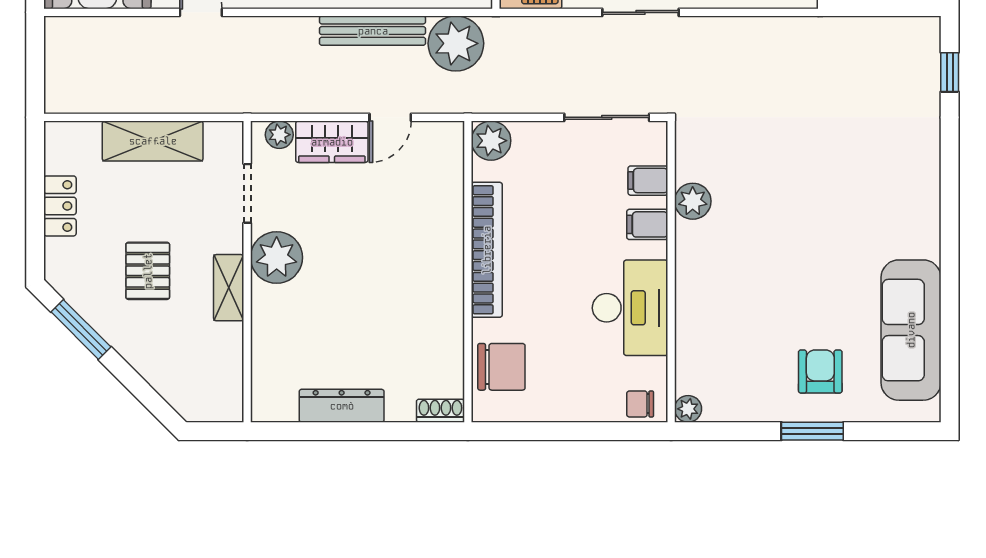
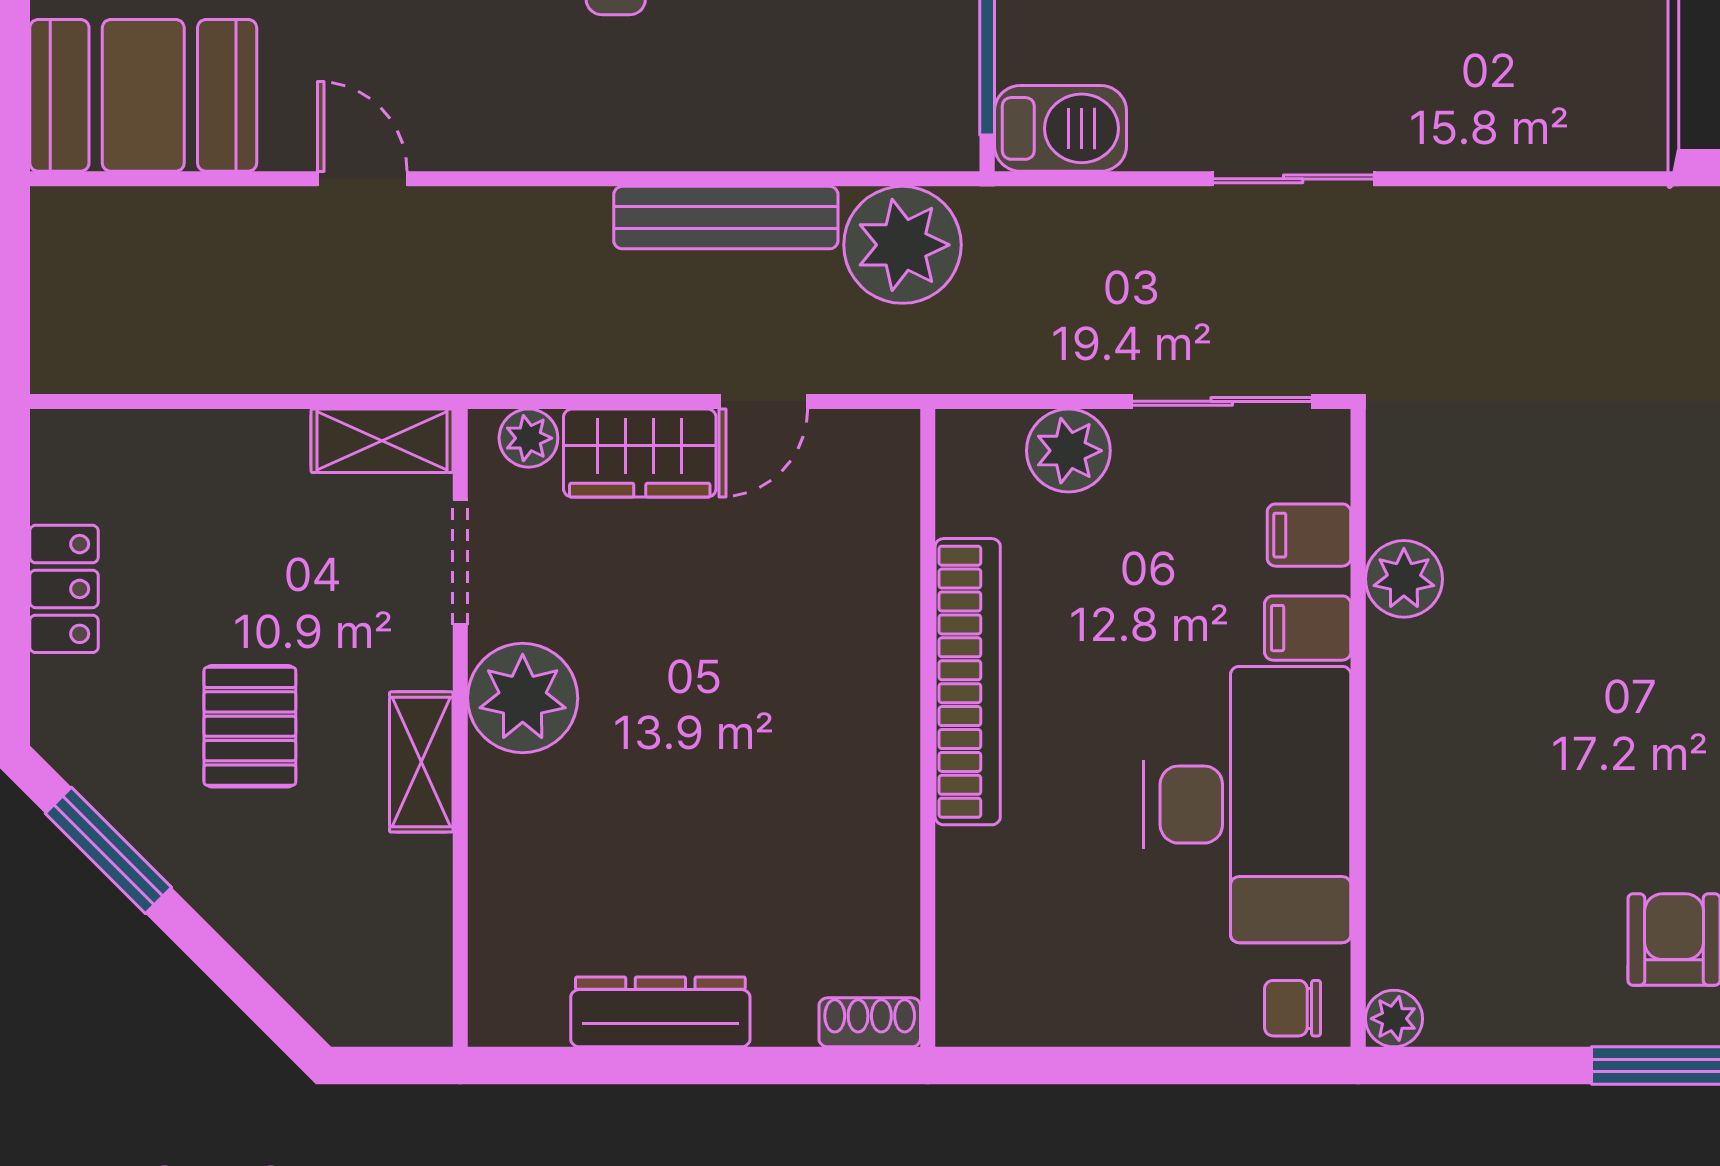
shelving: (153, 141) -> (382, 441), moved, width x0.67, depth x0.75
plant: (491, 141) -> (1068, 451), moved
desk: (630, 308) -> (1247, 805), width x1.36, depth x1.30
chair: (501, 367) -> (999, 929), removed

